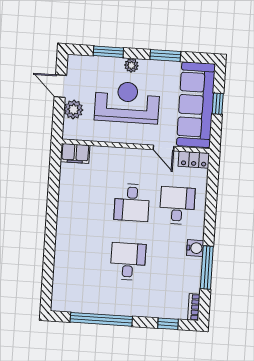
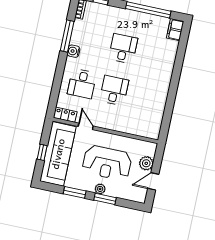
window: (108, 52) -> (105, 199), moved
door: (60, 86) -> (153, 181), swing flipped
filing cabinet: (75, 153) -> (175, 30), moved, turned -90
desk: (128, 261) -> (123, 49), turned 180

